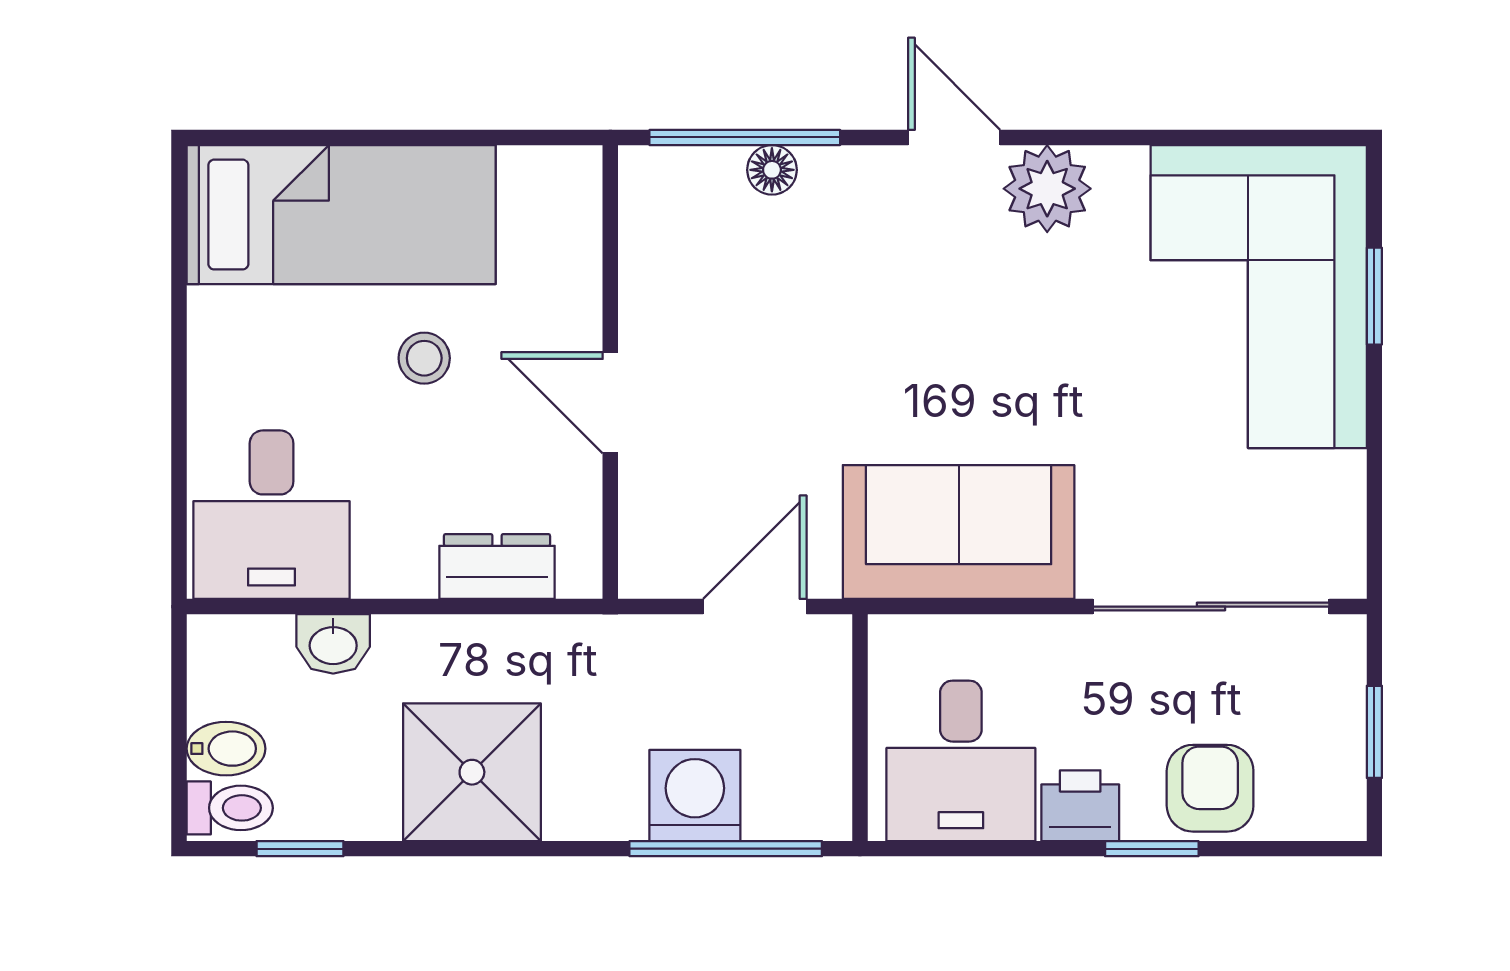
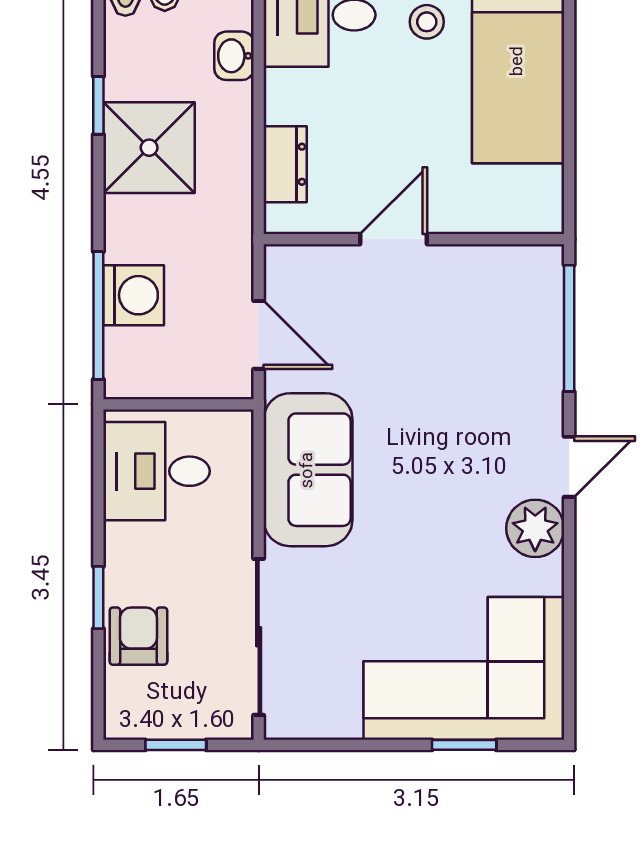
floor lamp: (772, 170) -> (548, 346), removed
stool: (424, 358) -> (427, 22), moved
armchair: (1210, 788) -> (138, 636), turned -90
printer: (1080, 806) -> (127, 550), removed
window: (300, 849) -> (98, 105), moved

